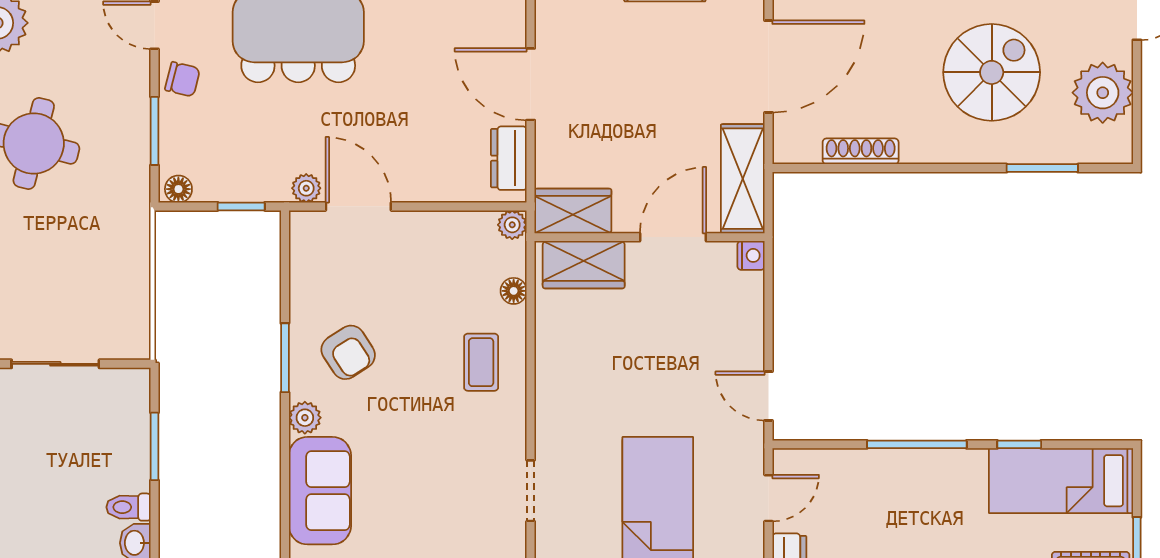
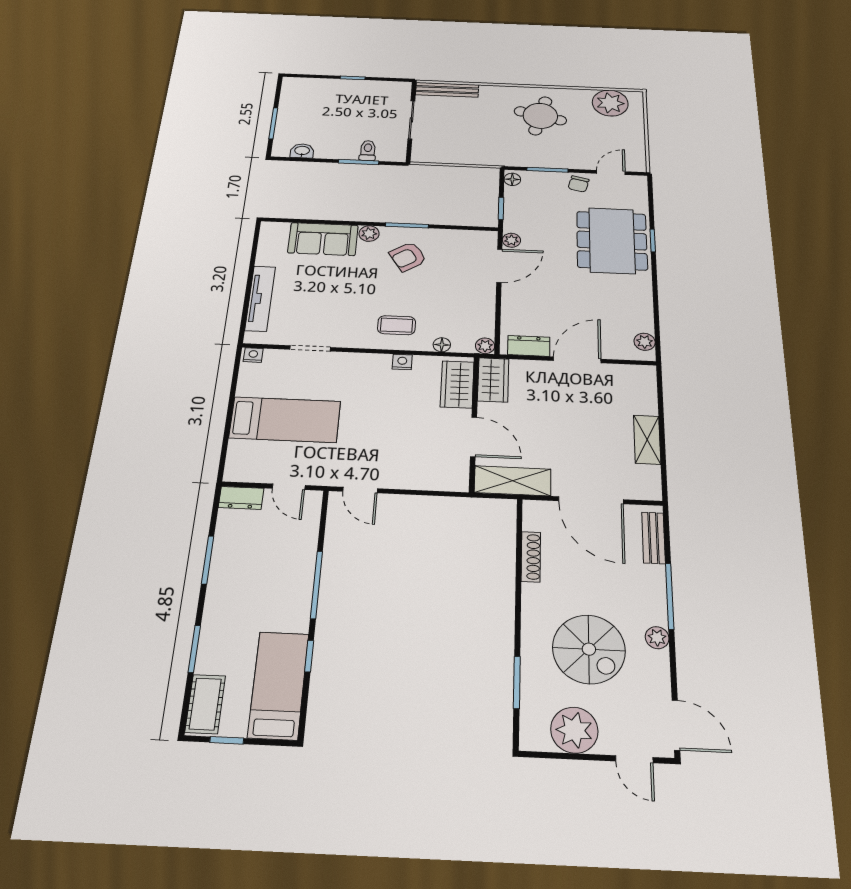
nightstand: (751, 255) -> (402, 362), moved, turned 180
door: (768, 396) -> (360, 490), swing flipped
toilet: (128, 507) -> (368, 151), moved

